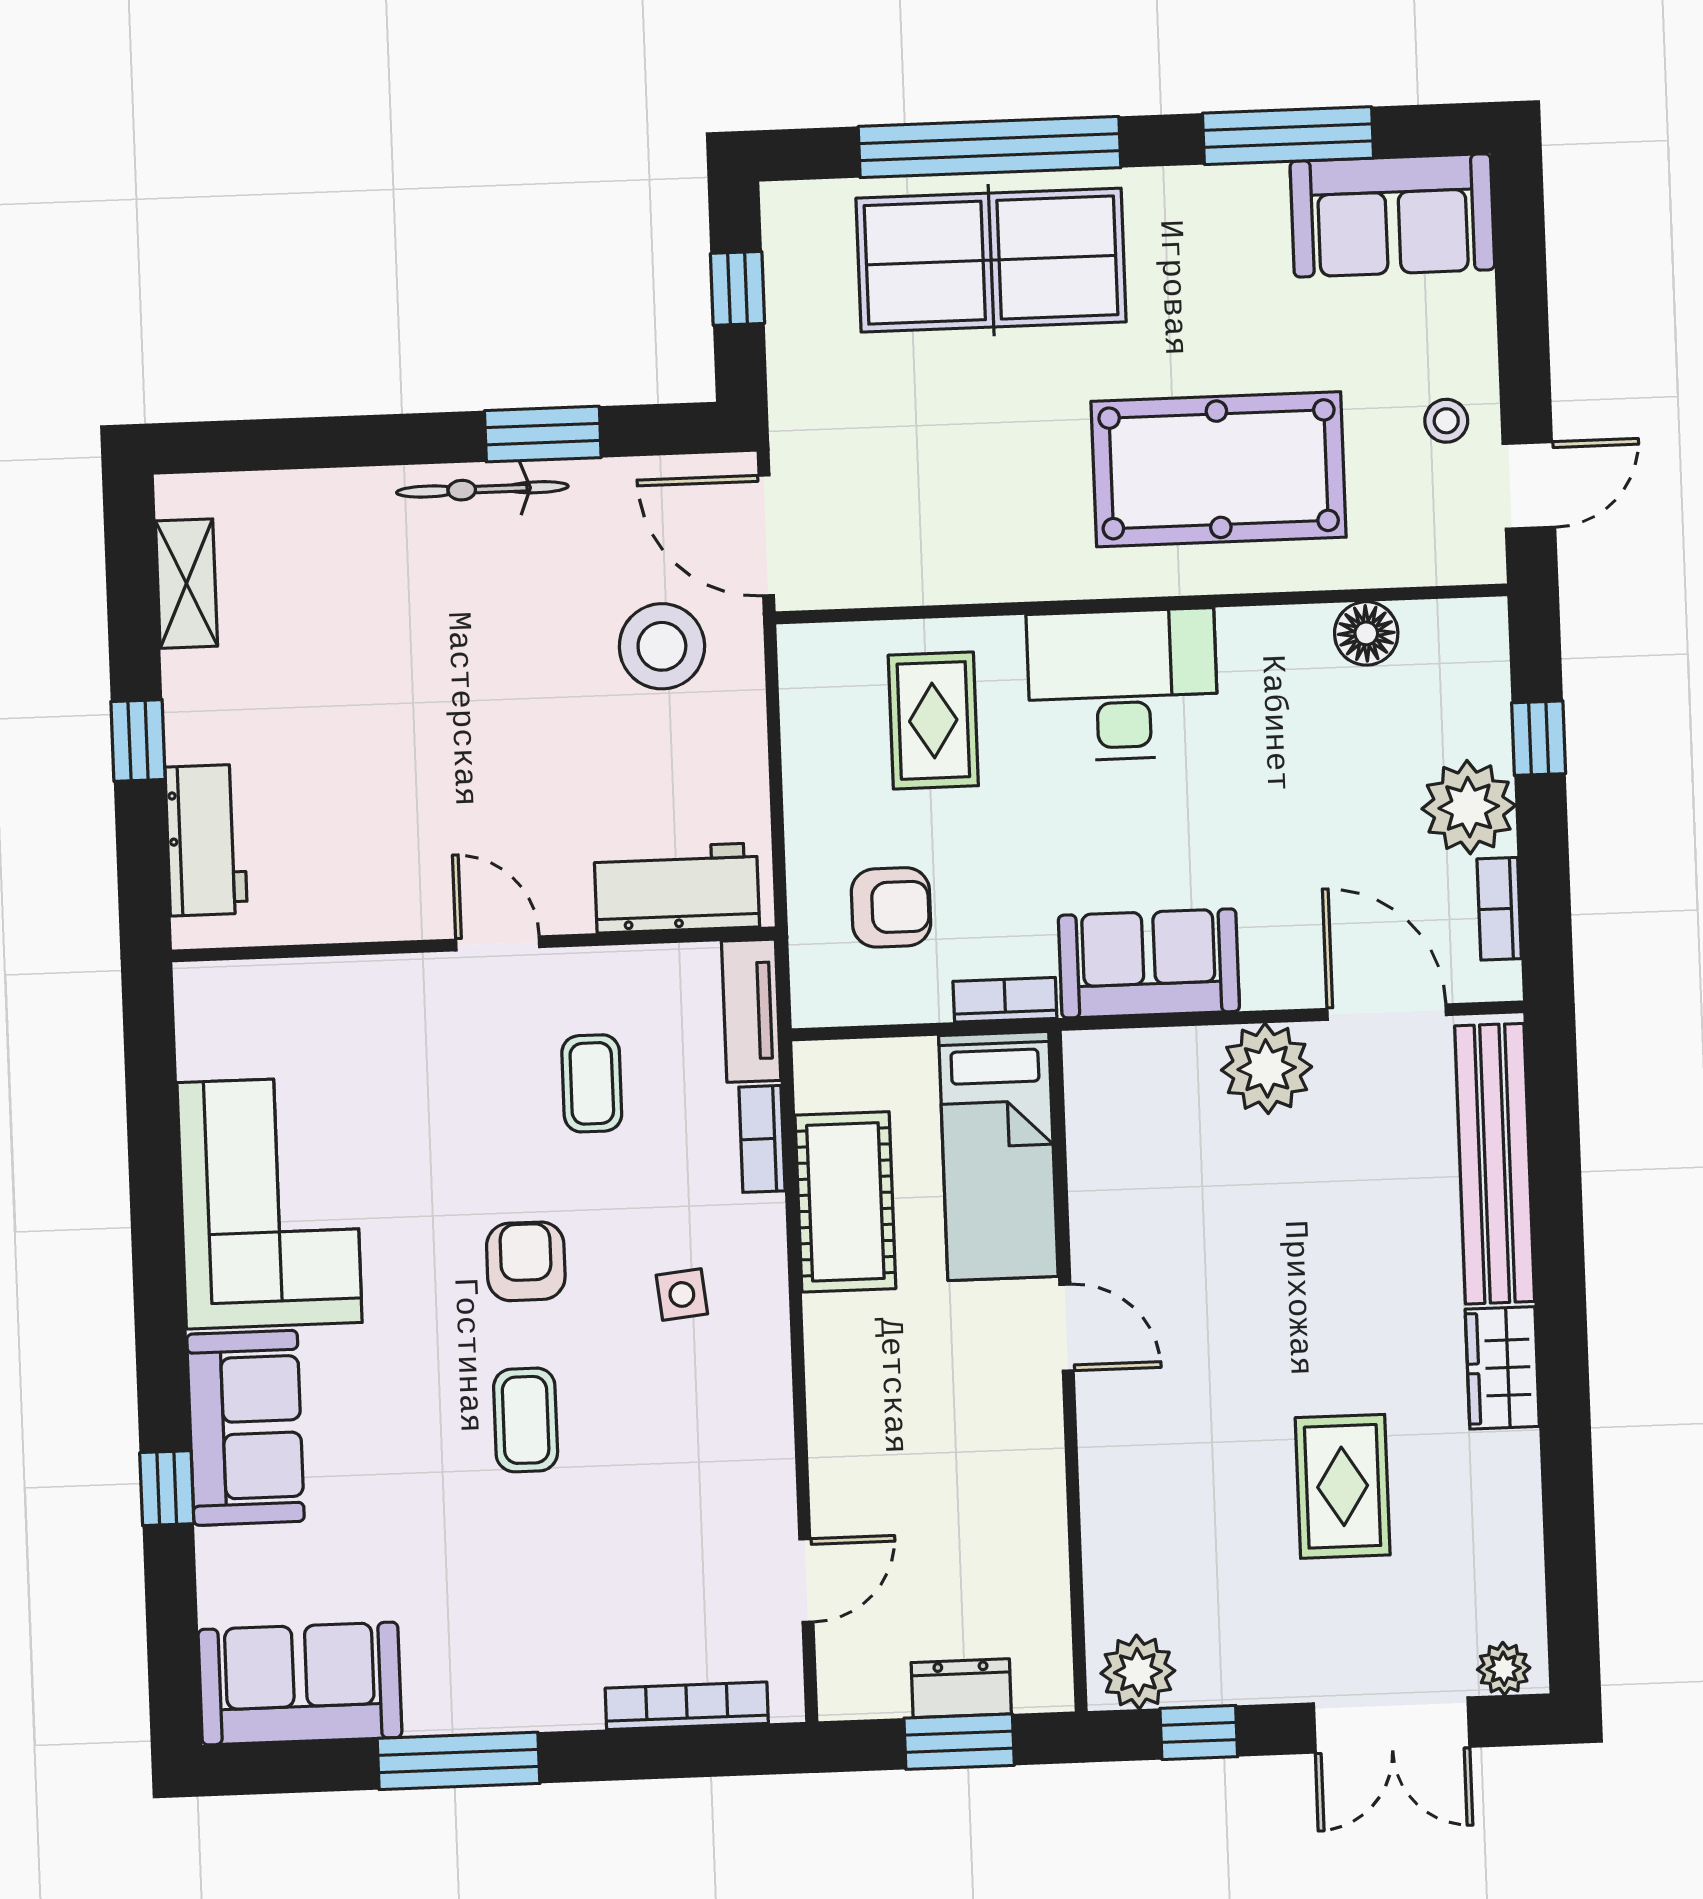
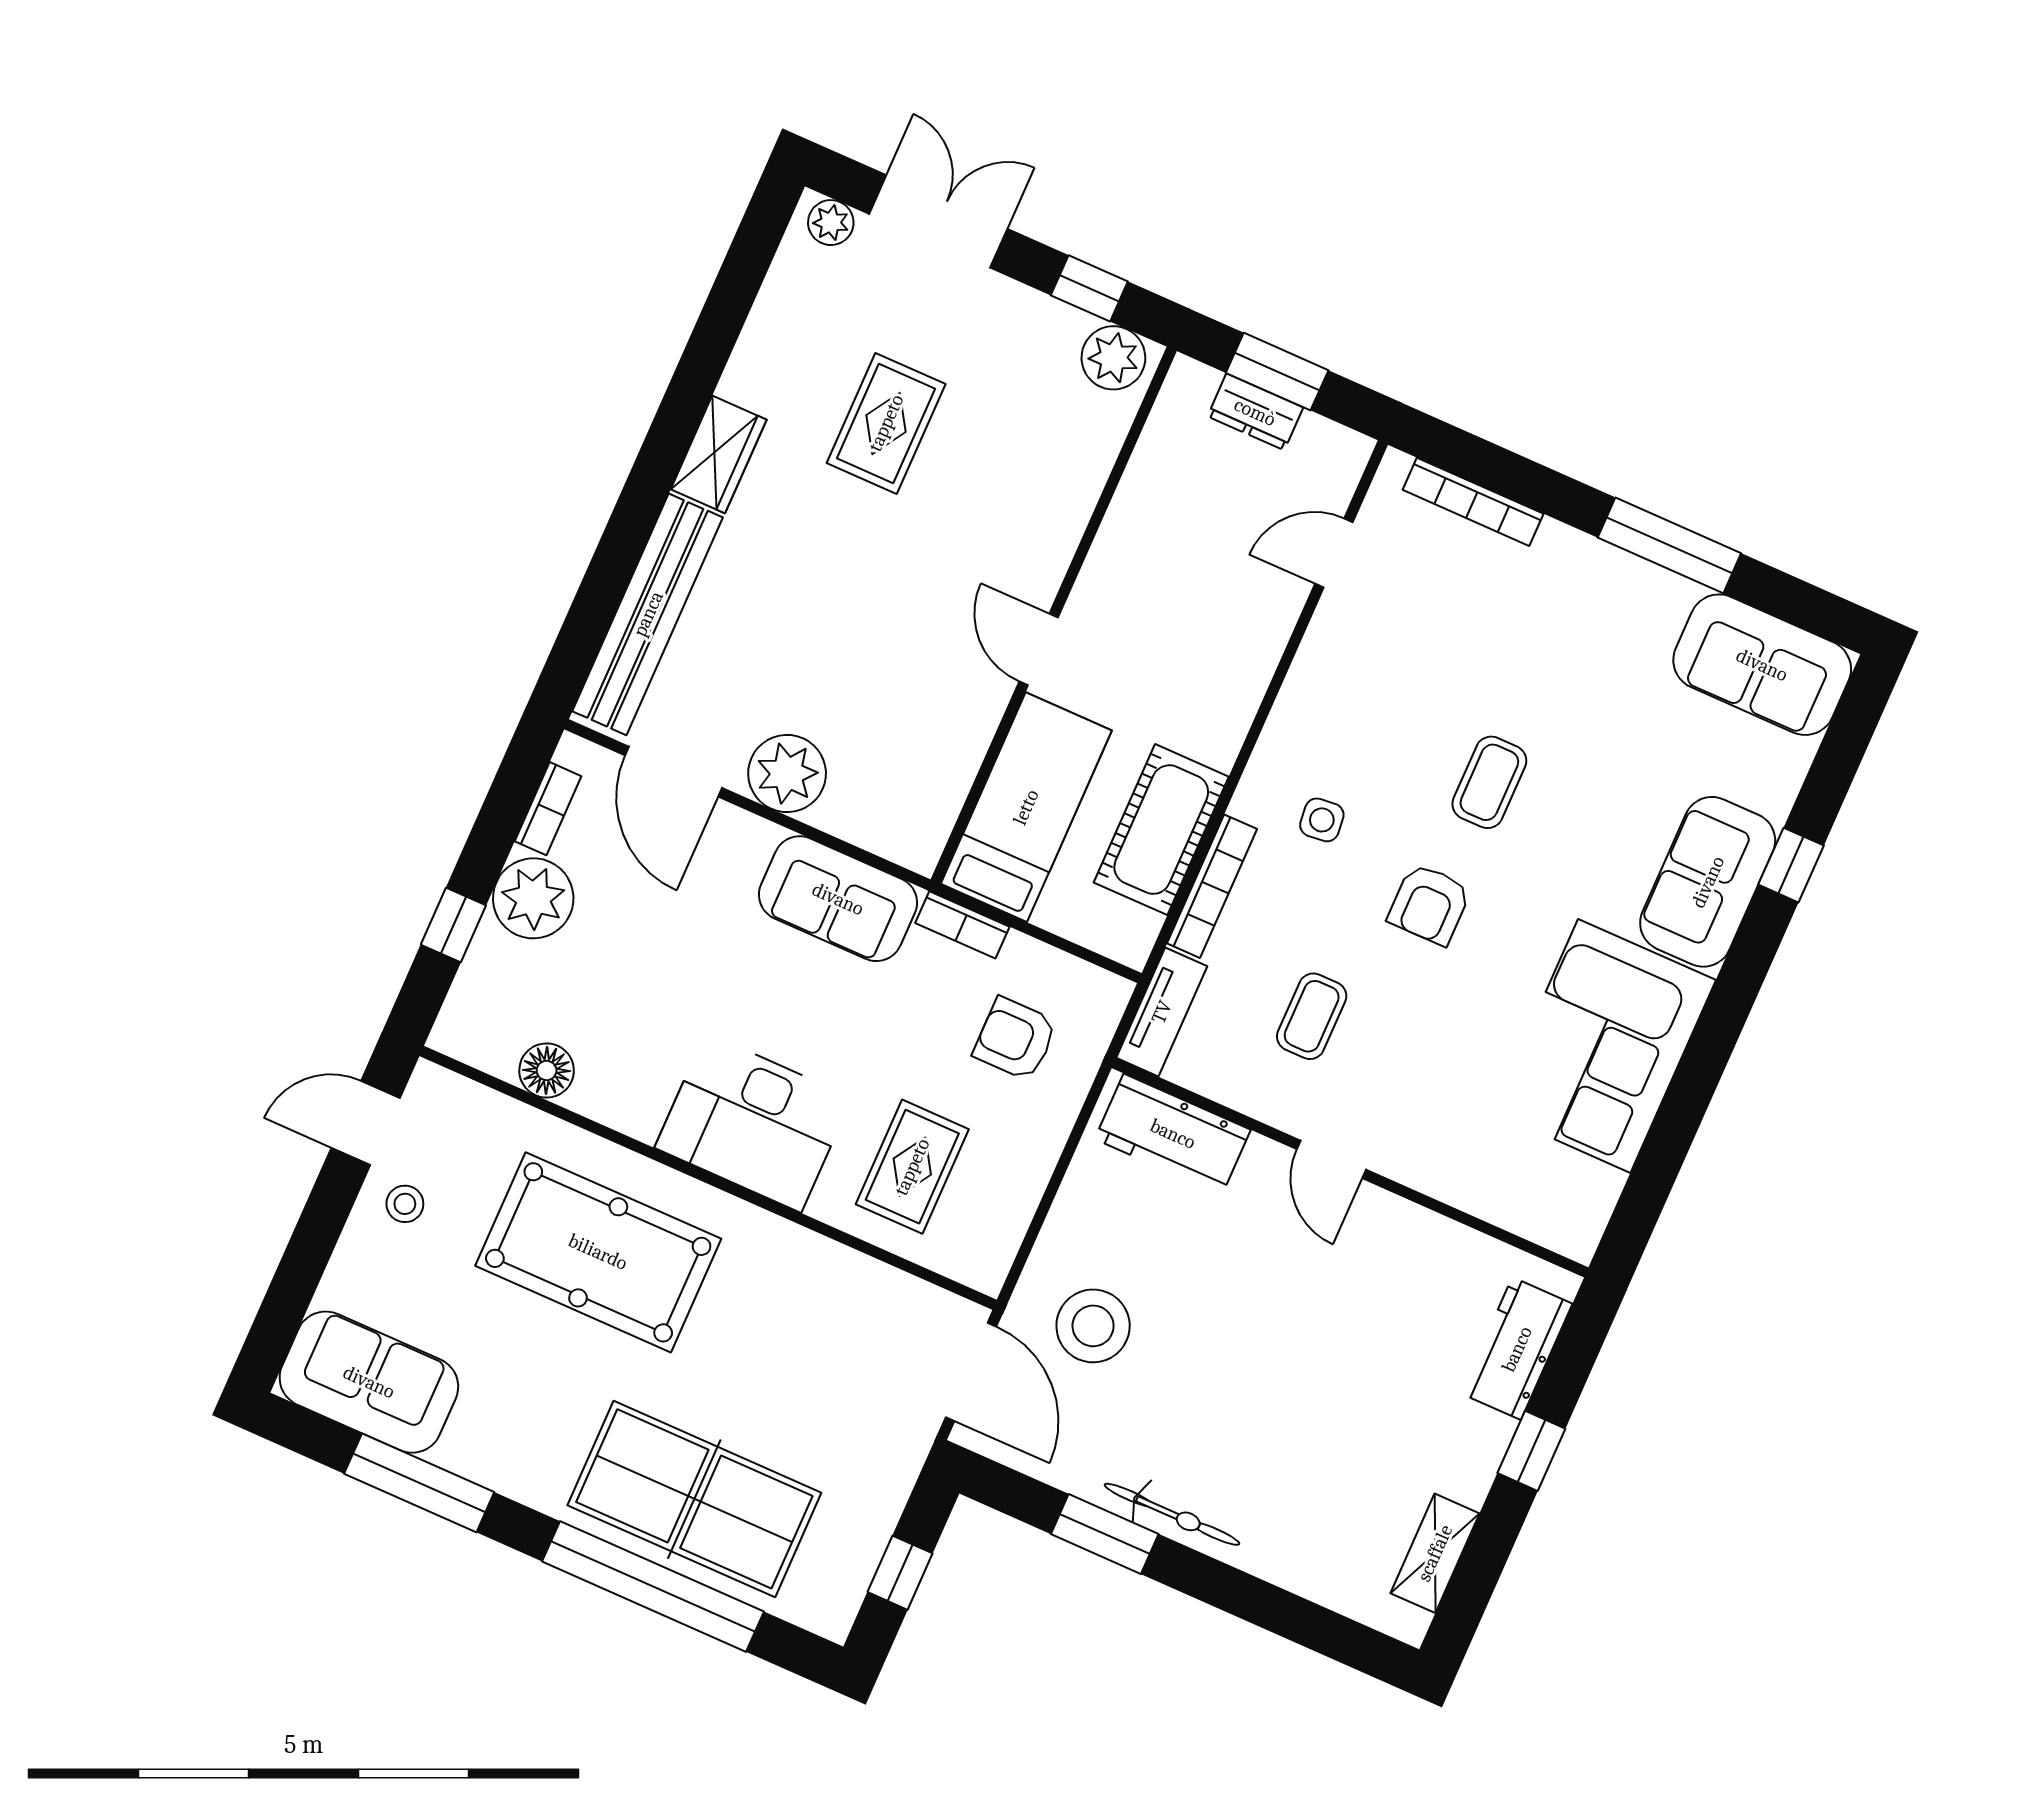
bookcase: (762, 1139) -> (1212, 886), width x1.56

